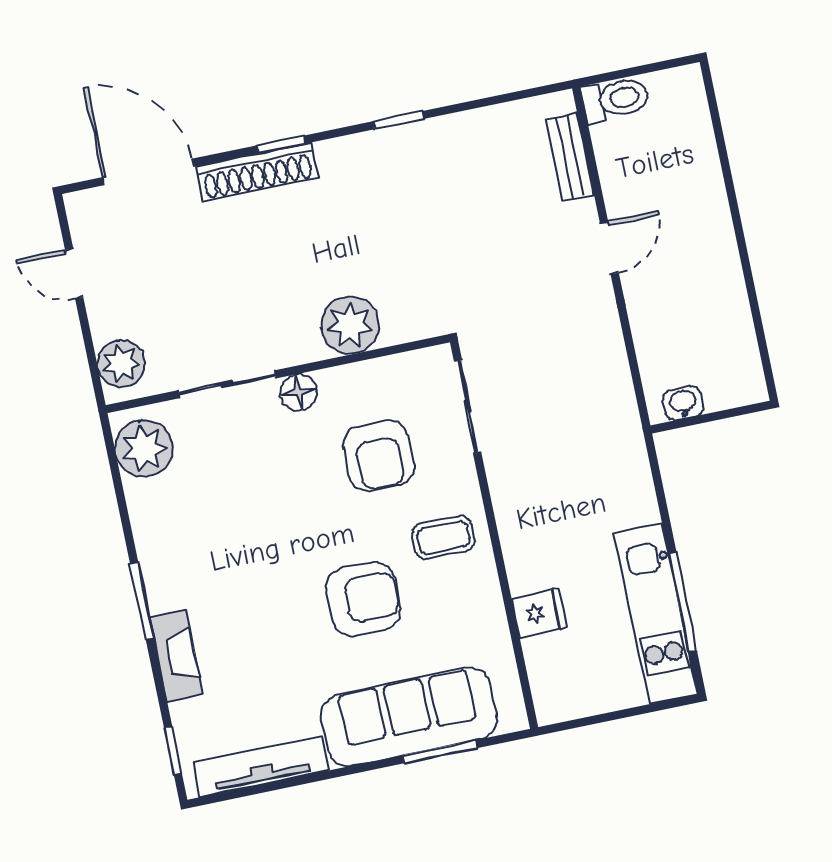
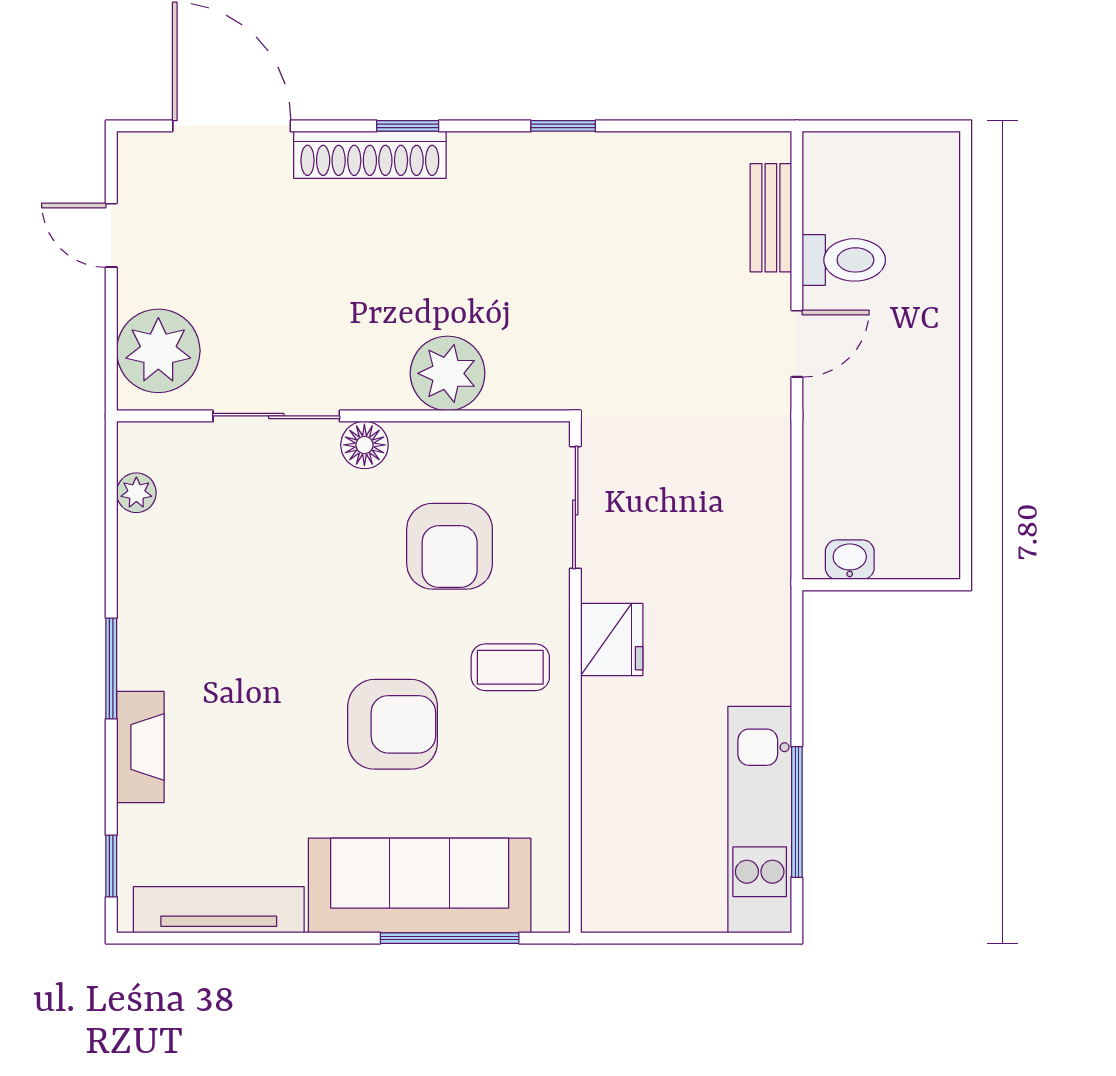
toilet: (616, 99) -> (844, 260), moved
plant: (121, 364) -> (158, 351), width x1.36, depth x1.36
plant: (144, 448) -> (136, 493), width x0.53, depth x0.53
fridge: (539, 613) -> (612, 639), moved, width x1.38
window: (440, 752) -> (450, 938), width x1.44

